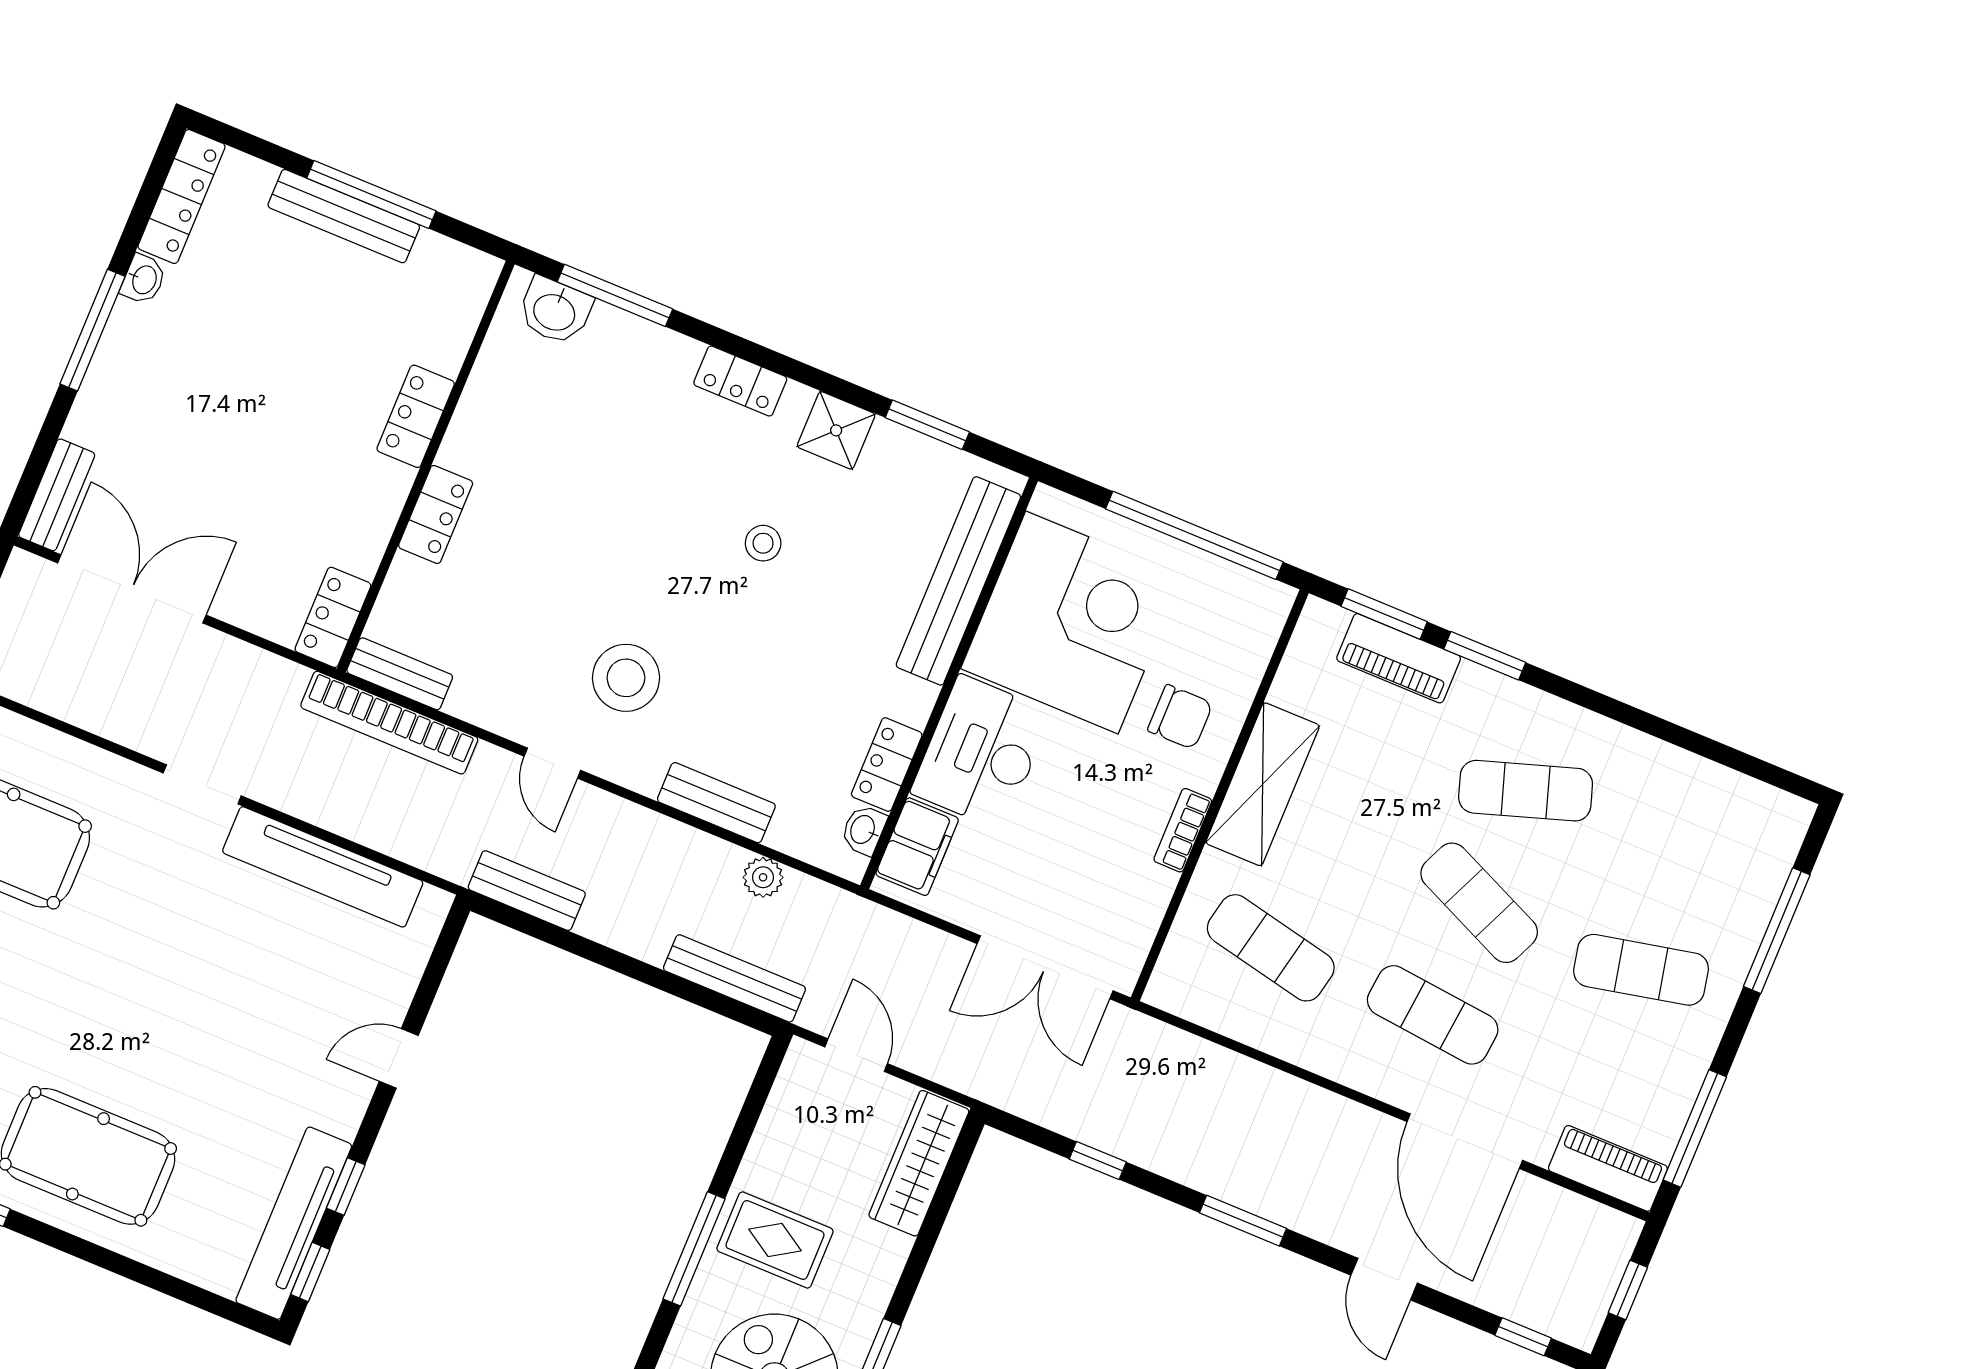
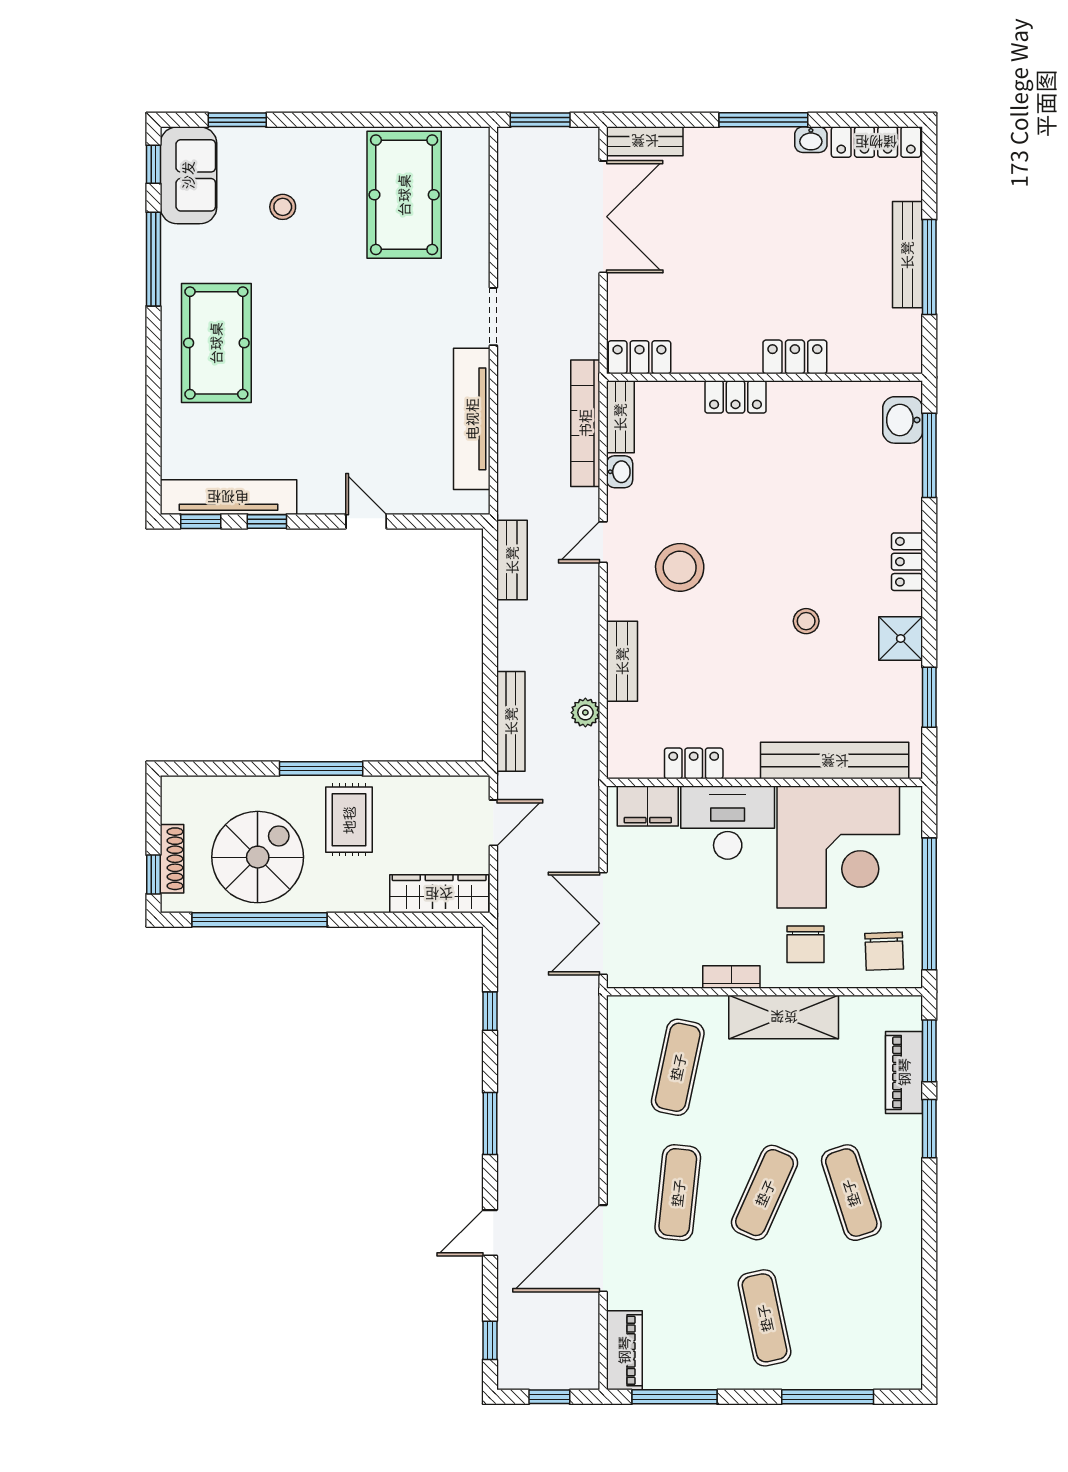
chair: (1231, 619) -> (884, 951), added
washbasin: (864, 830) -> (620, 472), moved, turned 90

